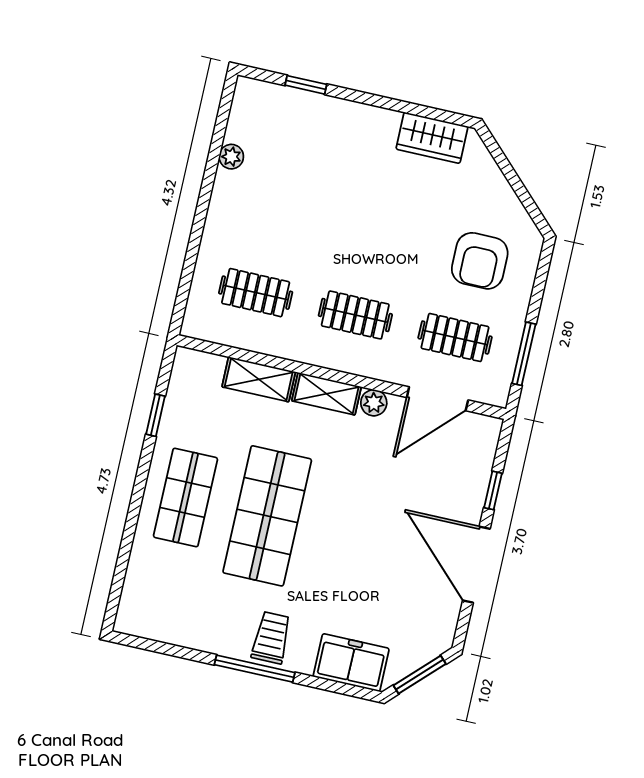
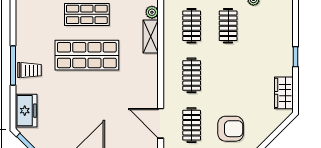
window: (306, 85) -> (296, 57), moved
clothes rail: (272, 219) -> (228, 26), added
armchair: (480, 261) -> (231, 129), turned 180
shelving: (327, 394) -> (151, 70), removed
plant: (374, 403) -> (152, 12), moved

